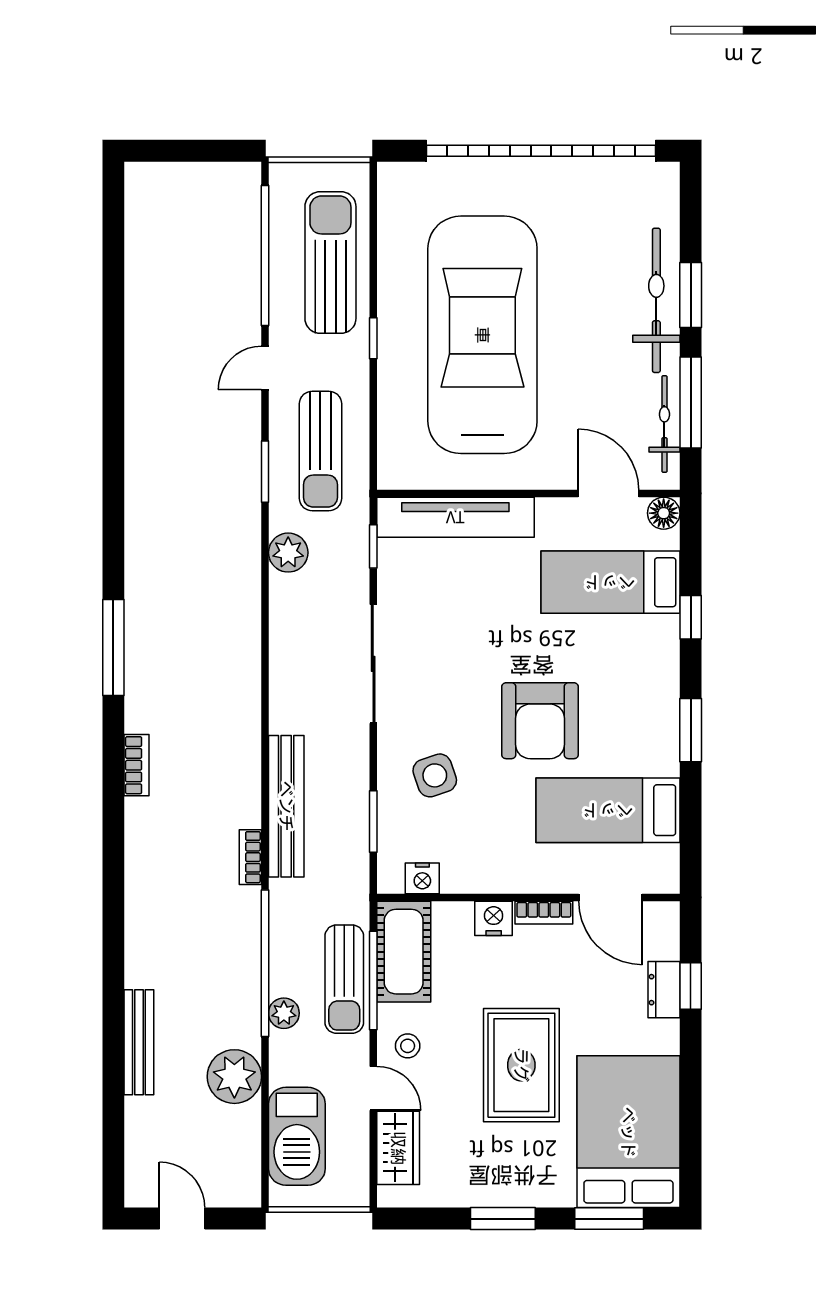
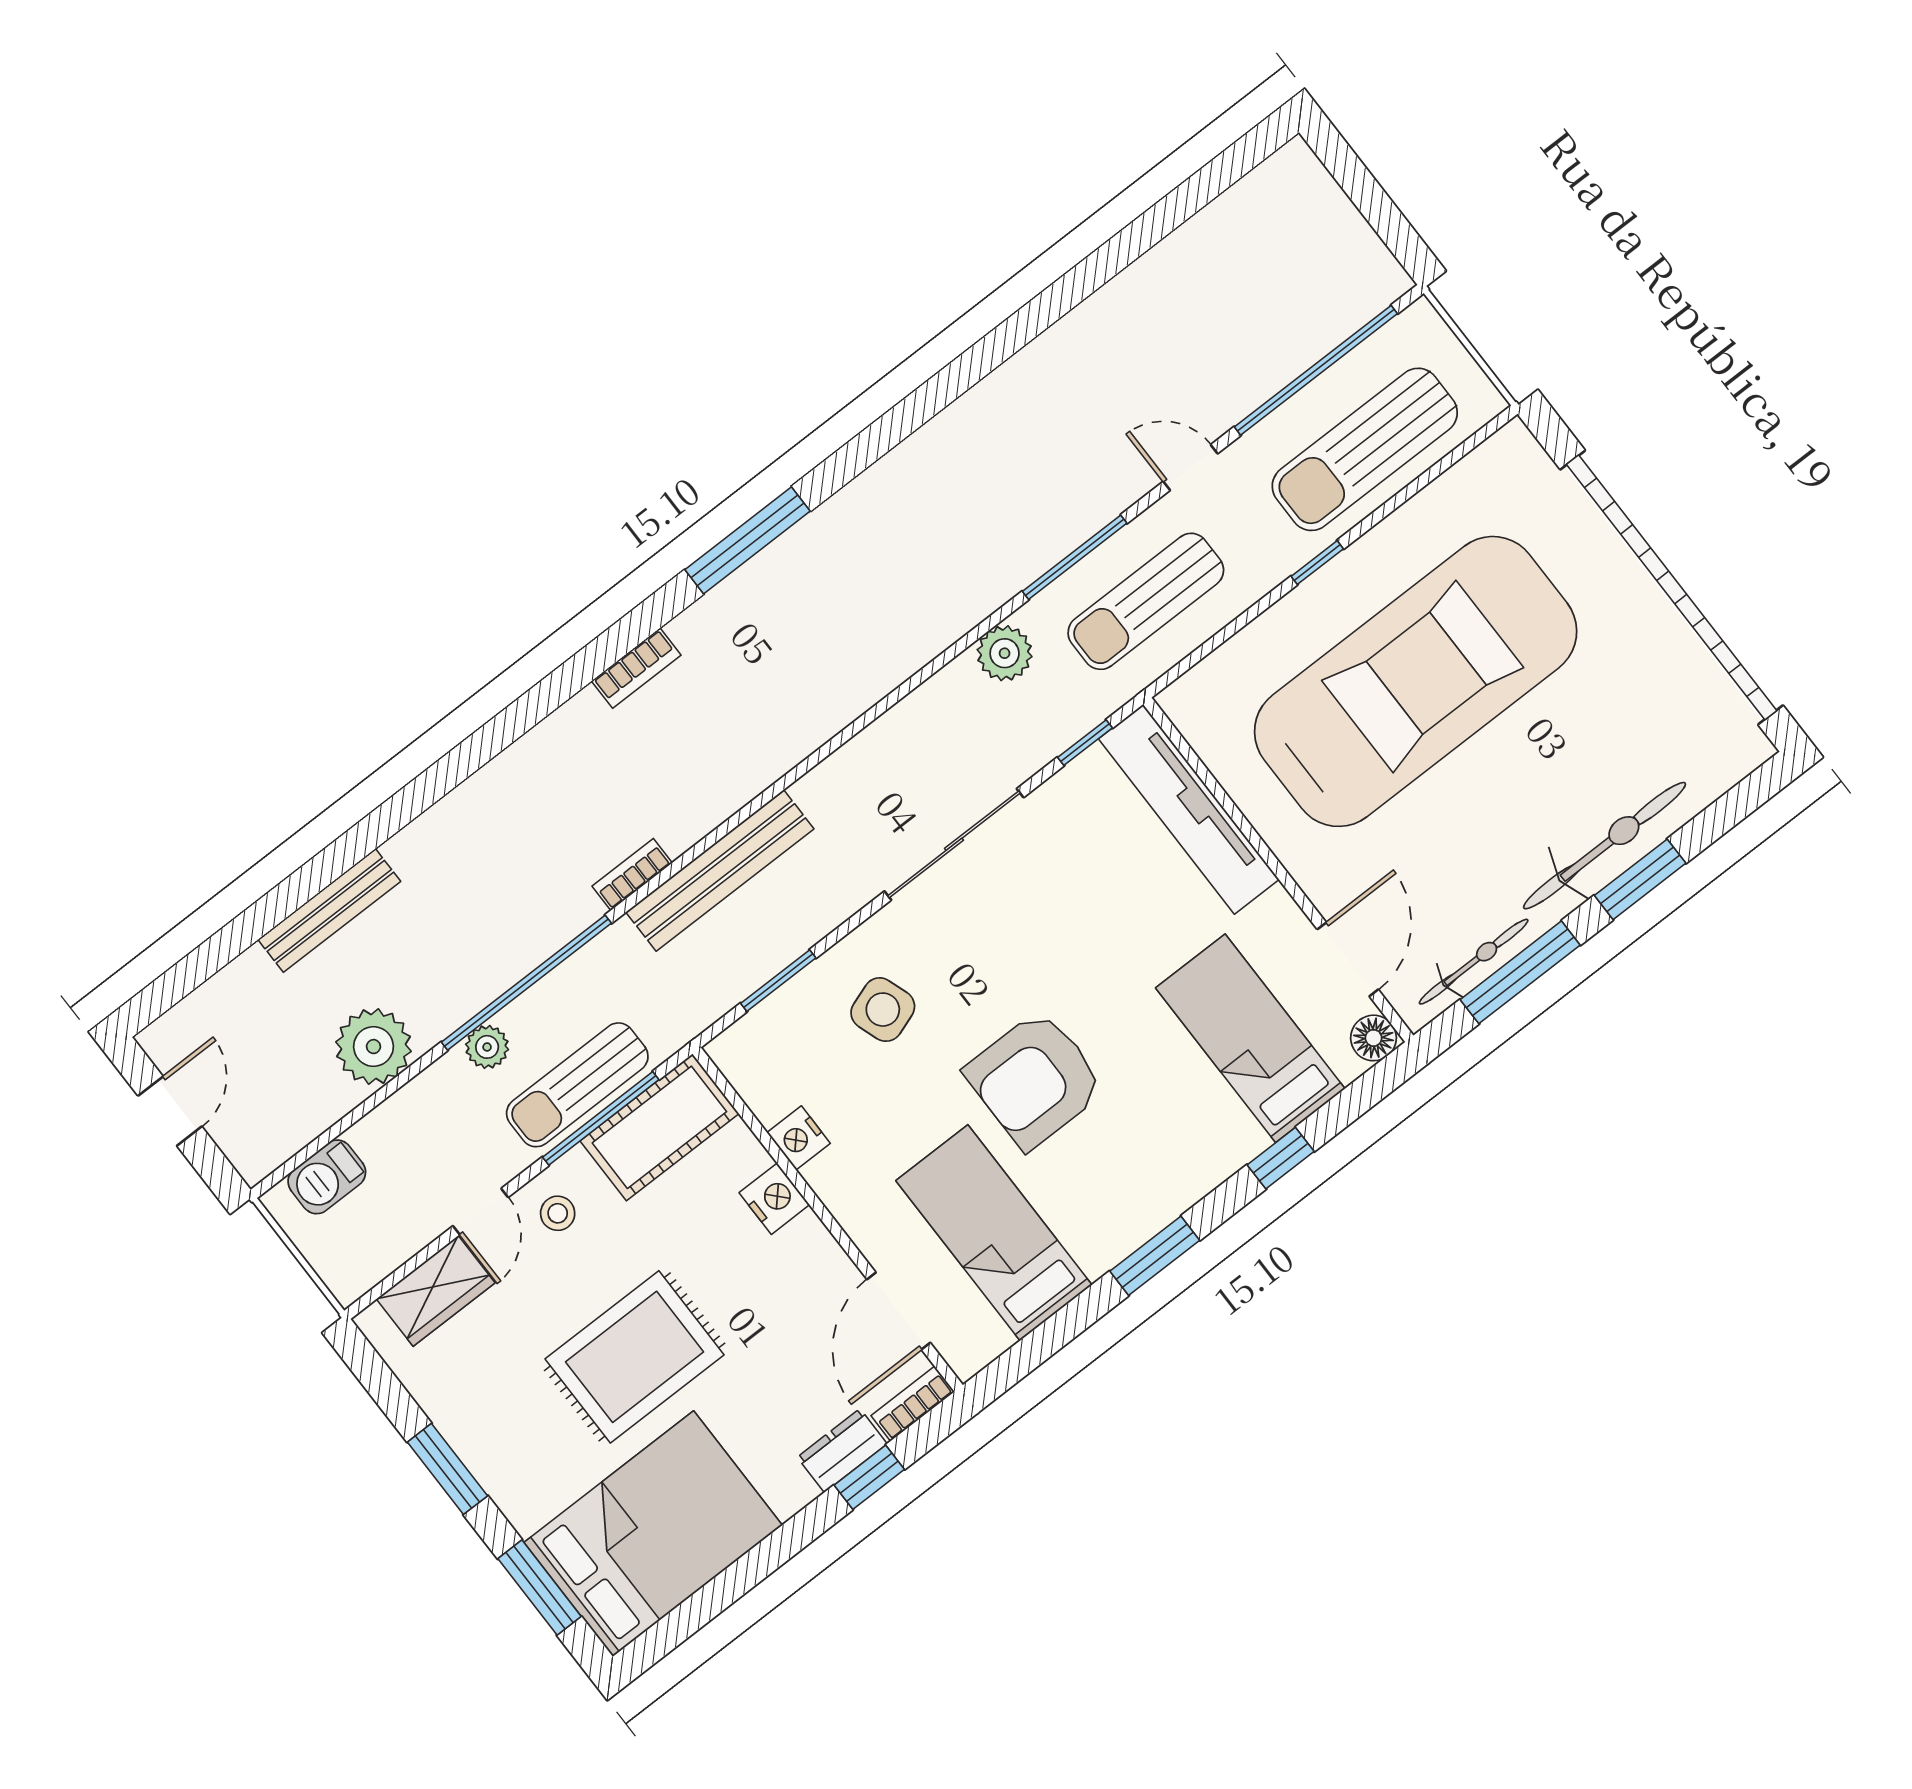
sun lounger: (330, 263) -> (1365, 449), turned 180
window: (265, 472) -> (1075, 557), width x1.44
nightstand: (422, 878) -> (799, 1138), moved
bookcase: (544, 913) -> (913, 1404), moved, turned 90
barbecue: (297, 1136) -> (327, 1177), width x0.53, depth x0.65

